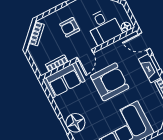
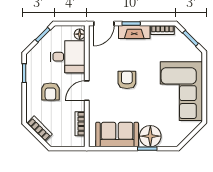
door: (85, 55) -> (87, 91), swing flipped
sofa: (64, 80) -> (117, 134), moved, turned -90
armchair: (110, 82) -> (127, 80), width x0.53, depth x0.53

